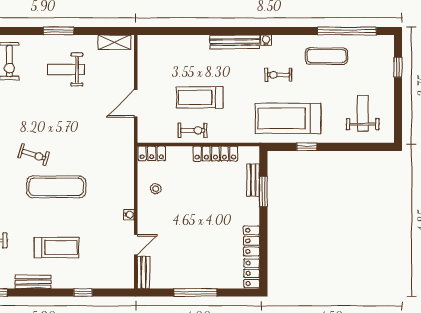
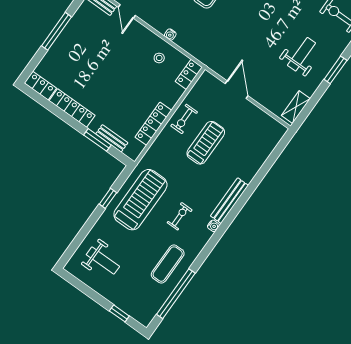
water cooler: (129, 215) -> (170, 35), moved
locker: (251, 241) -> (72, 108), width x1.53

